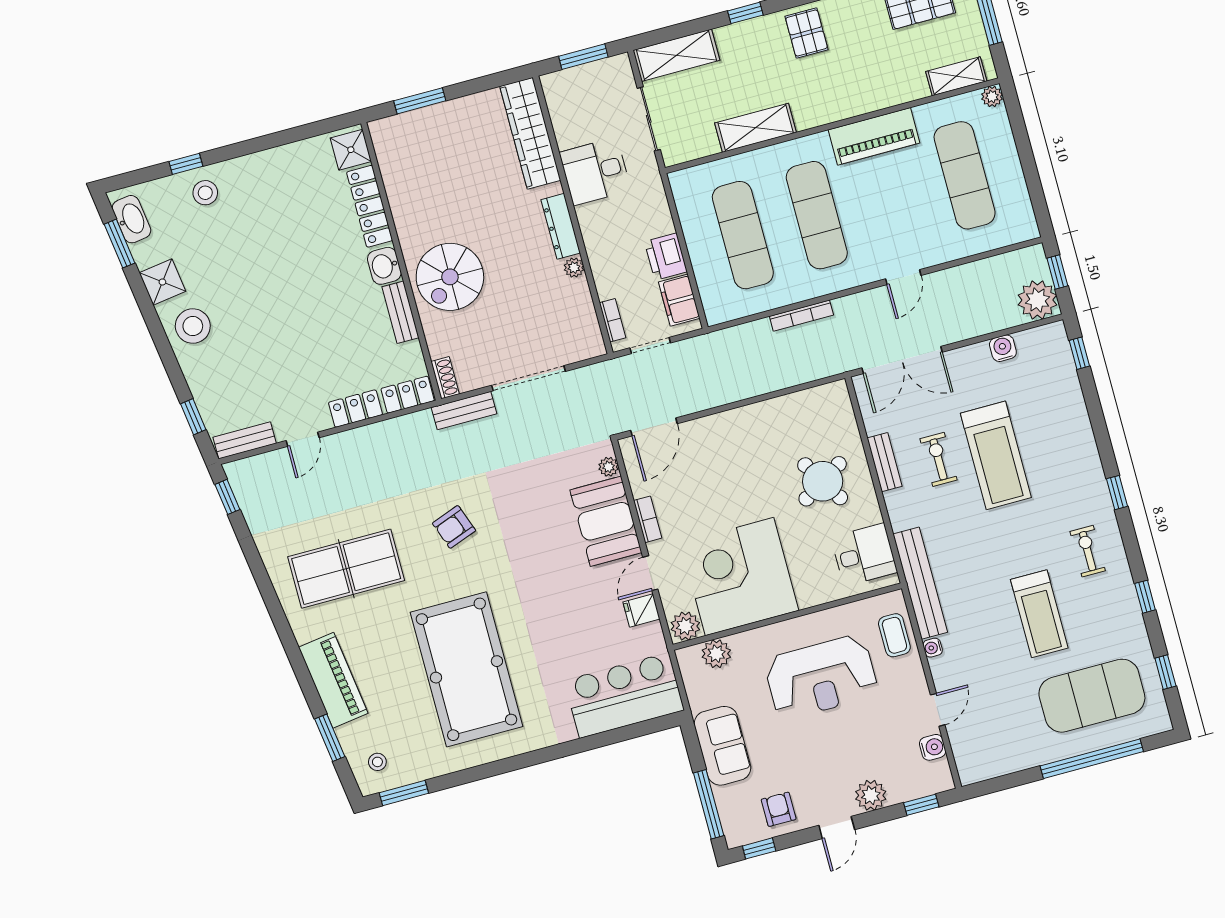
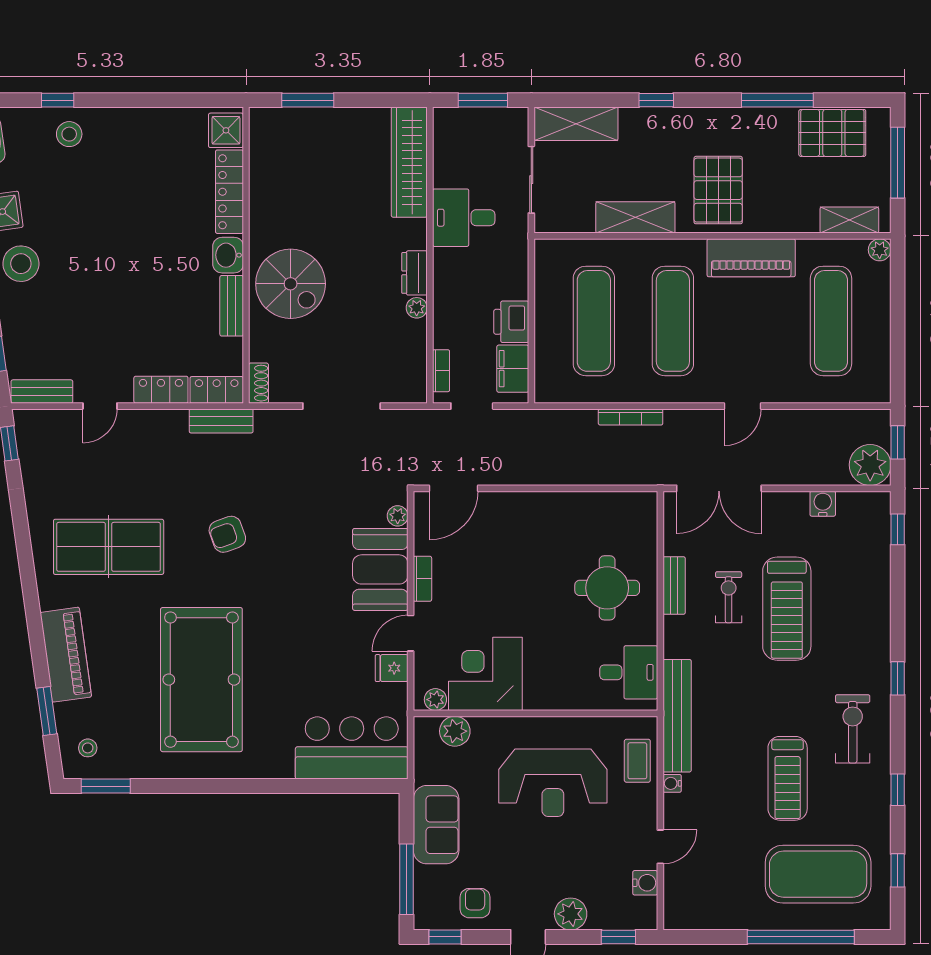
pallet: (807, 33) -> (718, 190), moved, width x1.50, depth x1.42
dresser: (561, 226) -> (415, 273), width x0.70
spiral stairs: (450, 277) -> (291, 284), turned -90
bench: (464, 411) -> (221, 421), moved
round table: (823, 481) -> (607, 588), turned 32
exercise bike: (1088, 551) -> (853, 729), width x1.38, depth x1.39
corner desk: (740, 577) -> (485, 674), width x0.74, depth x0.74
plant: (685, 626) -> (435, 700), width x0.73, depth x0.73

